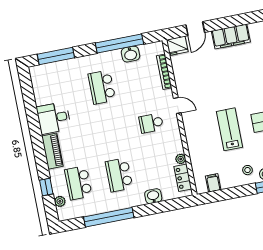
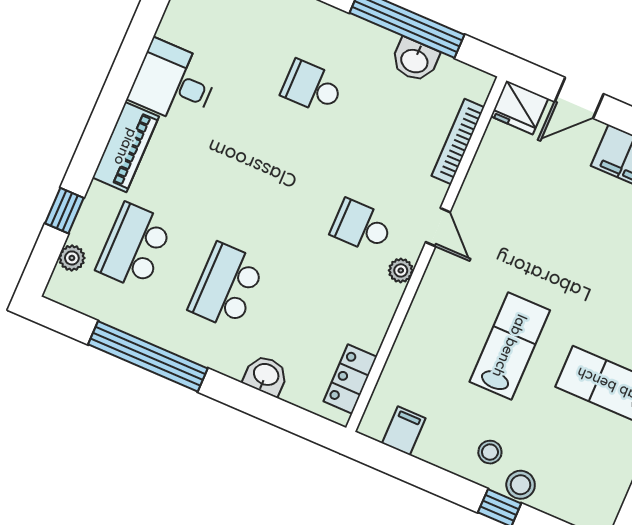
school desk: (102, 87) -> (312, 87), width x0.54
plant: (181, 159) -> (401, 270), moved

